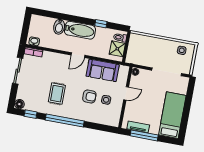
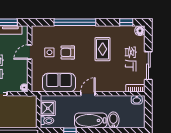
door: (126, 93) -> (30, 52), moved
window: (65, 121) -> (75, 22), moved

